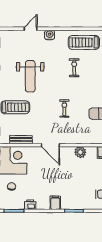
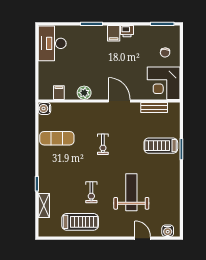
door: (31, 29) -> (143, 238), swing flipped
water cooler: (50, 35) -> (168, 231), moved
weight bench: (30, 76) -> (131, 192), moved
printer: (30, 205) -> (127, 31), moved

